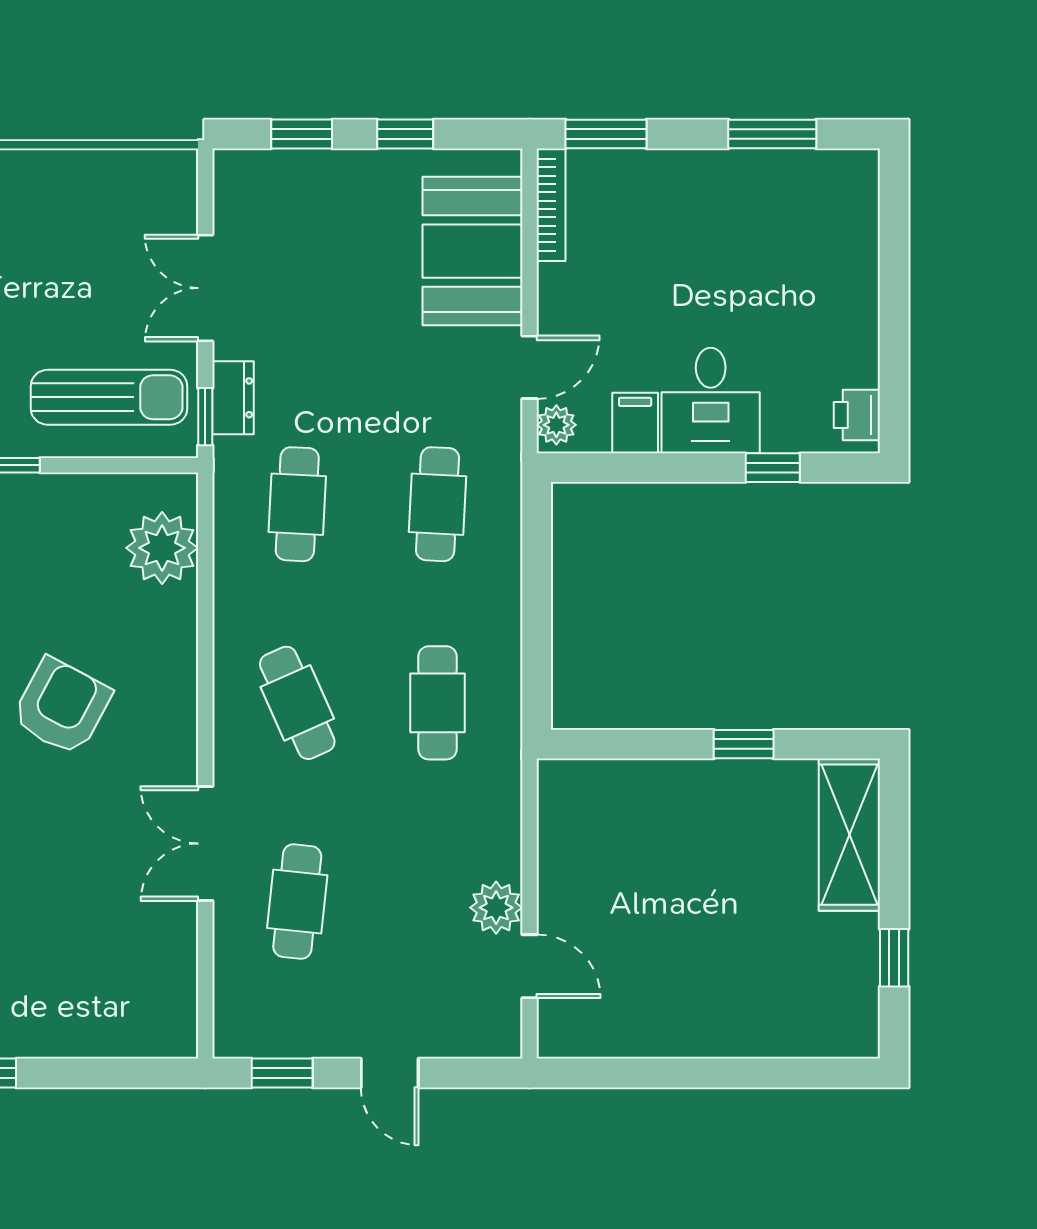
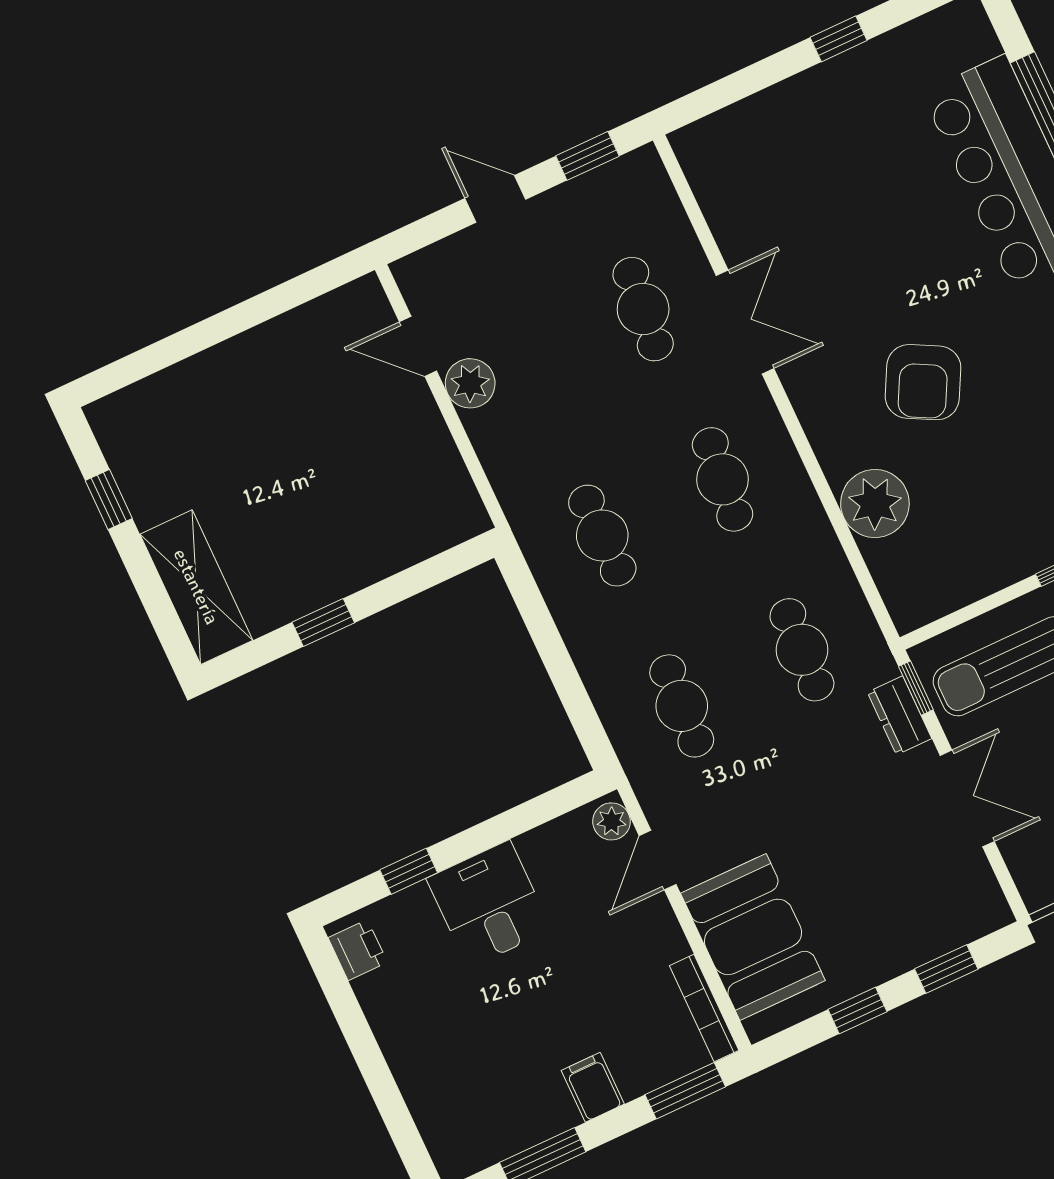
filing cabinet: (635, 423) -> (593, 1087), moved, turned 180
plant: (162, 548) -> (875, 504), moved
cafe table: (297, 703) -> (723, 479), turned 30

